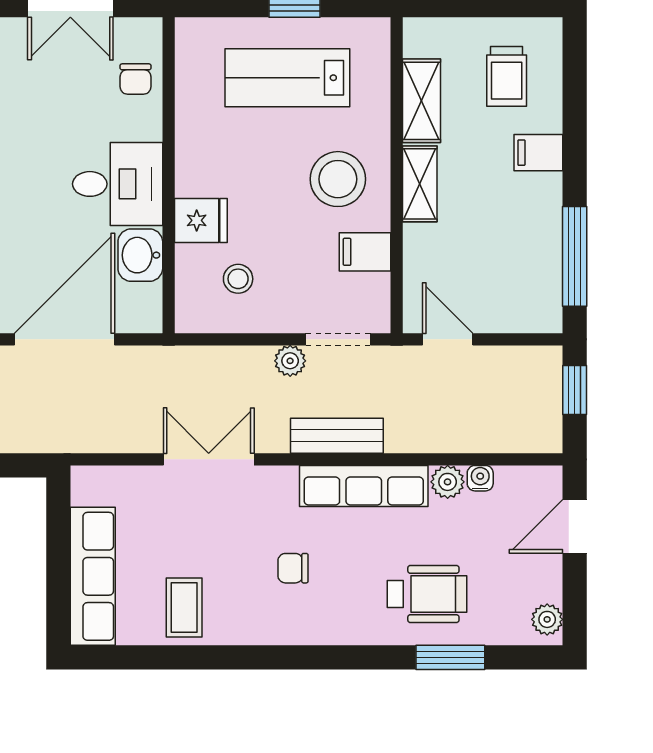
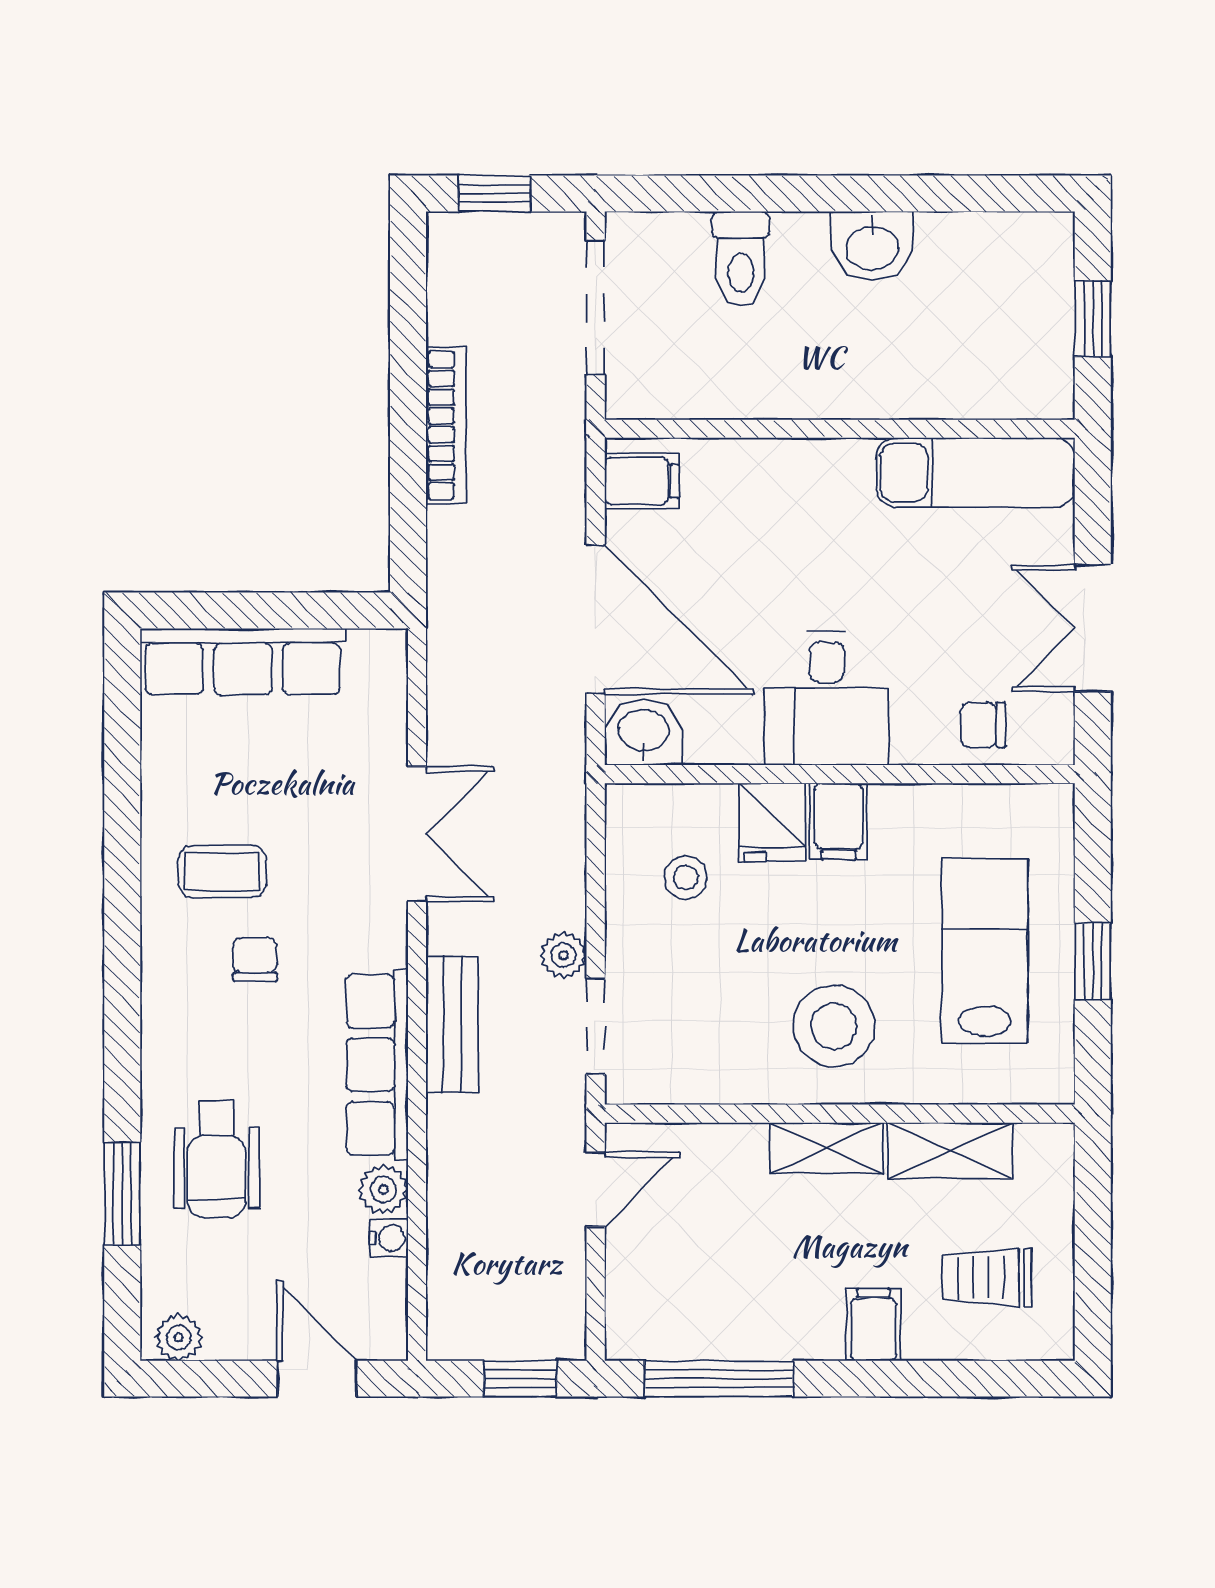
filing cabinet: (365, 252) -> (839, 821), moved, turned 180
washbasin: (140, 255) -> (644, 732), moved
coffee table: (184, 608) -> (222, 872), moved

